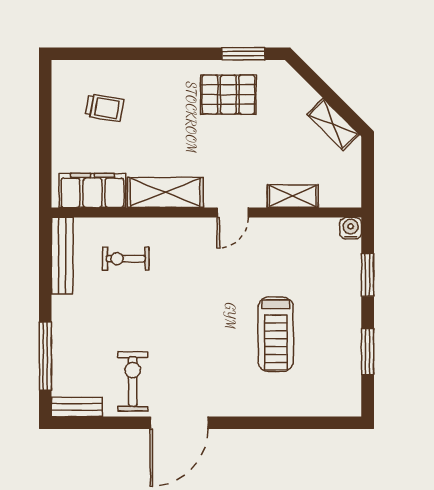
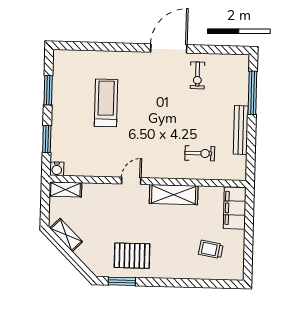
filing cabinet: (92, 190) -> (235, 208), moved, turned 90
shelving: (293, 196) -> (65, 189), moved
bench: (62, 256) -> (241, 130), moved
exercise bike: (133, 381) -> (197, 75), width x0.73, depth x0.72
bench: (77, 407) -> (233, 60), removed

